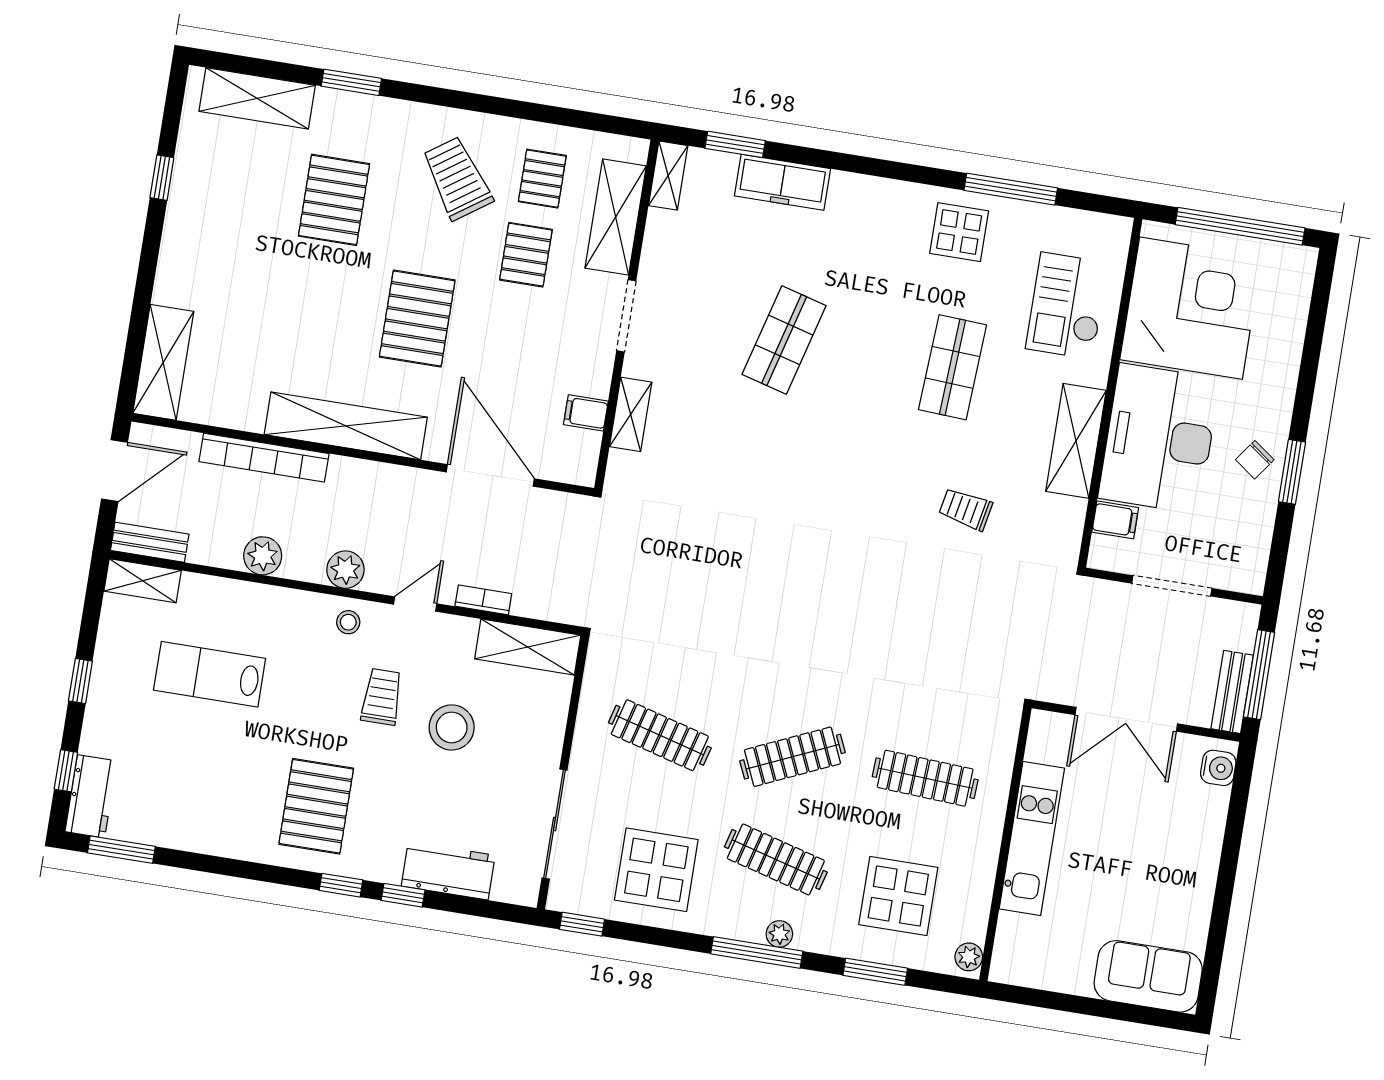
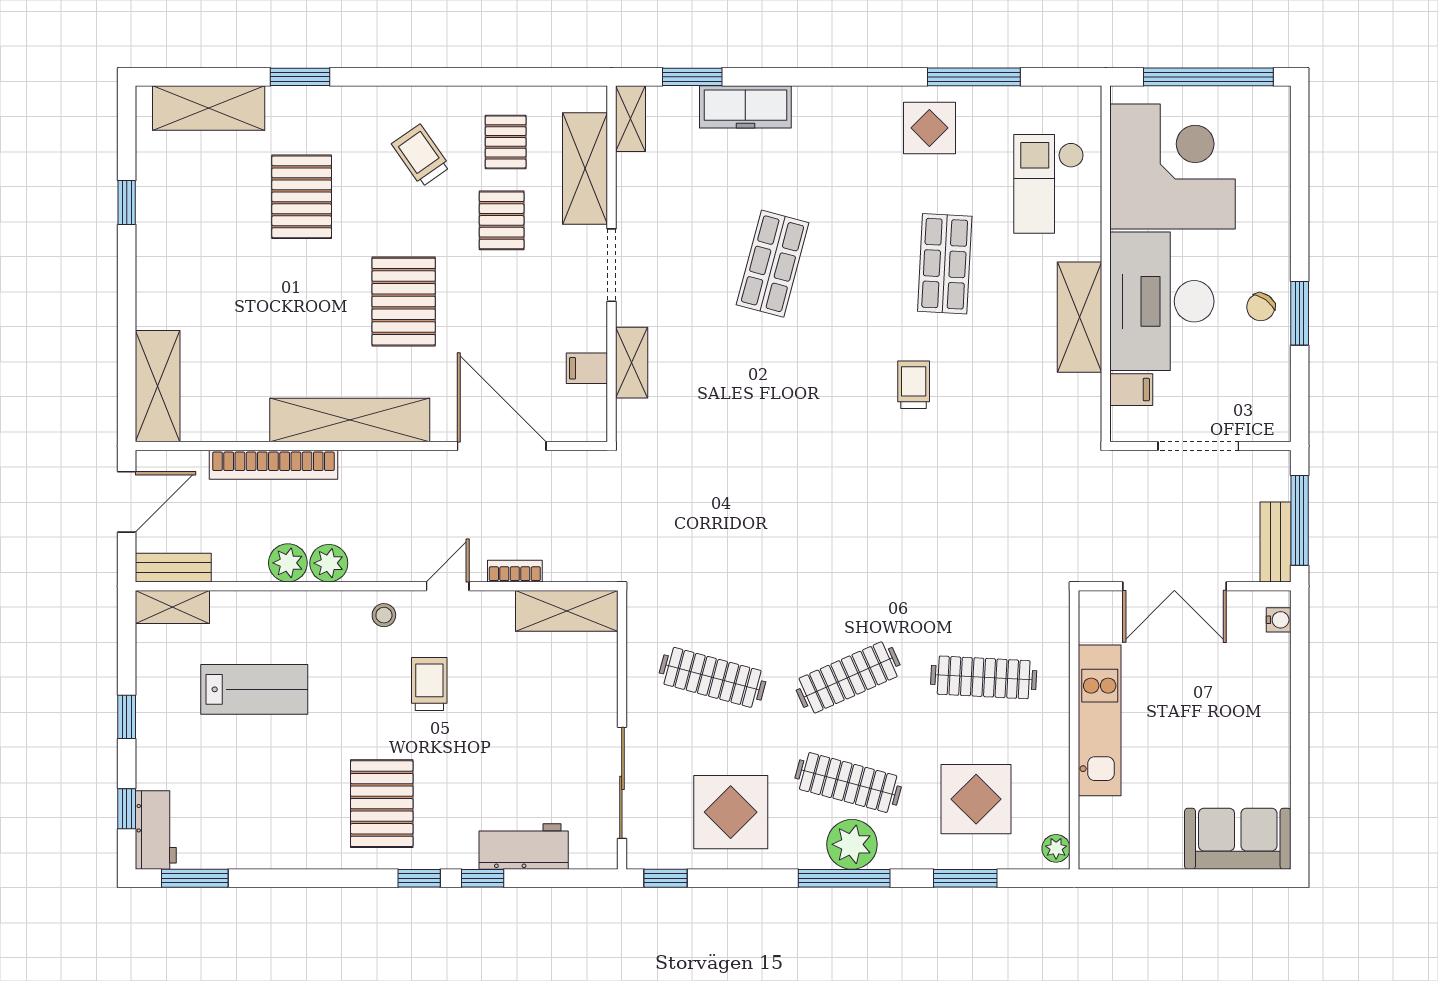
trolley: (457, 178) -> (421, 155), width x0.73, depth x0.72
trolley: (966, 509) -> (914, 385), moved, turned 79
plant: (345, 570) -> (329, 563), moved
lab bench: (210, 674) -> (254, 689), turned 180
stool: (452, 727) -> (504, 703), removed
water cooler: (1218, 768) -> (1279, 620), width x0.72, depth x0.72
plant: (779, 934) -> (852, 844), width x1.88, depth x1.88

